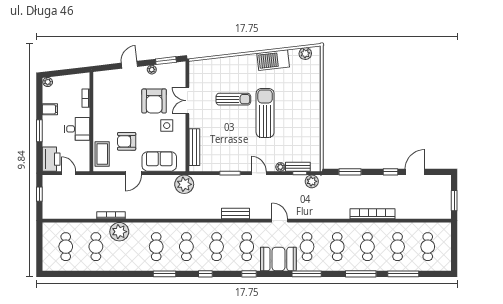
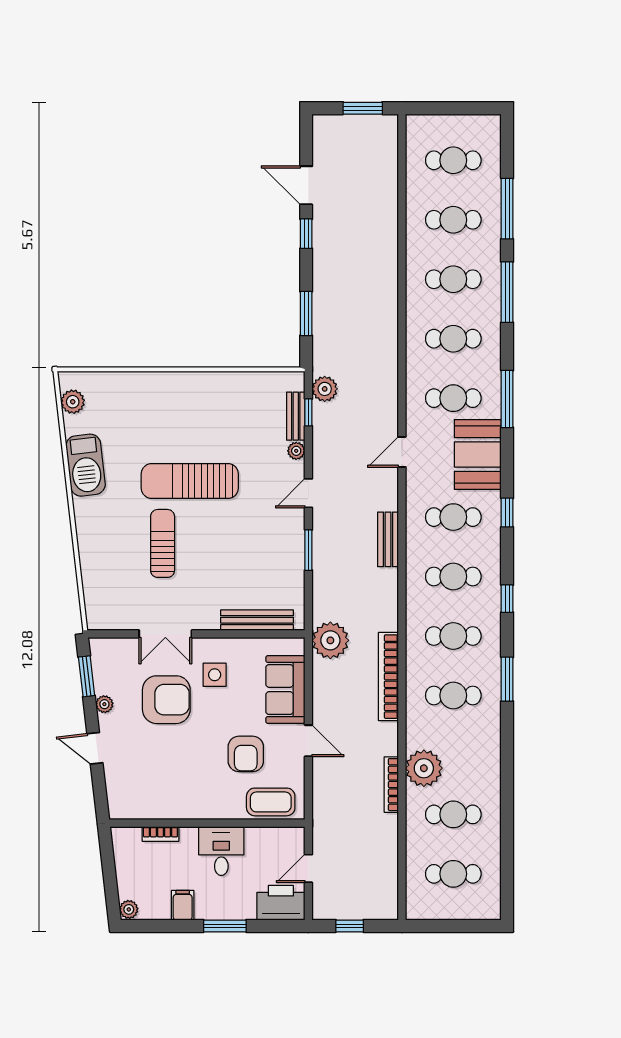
bookcase: (372, 214) -> (388, 677), moved

